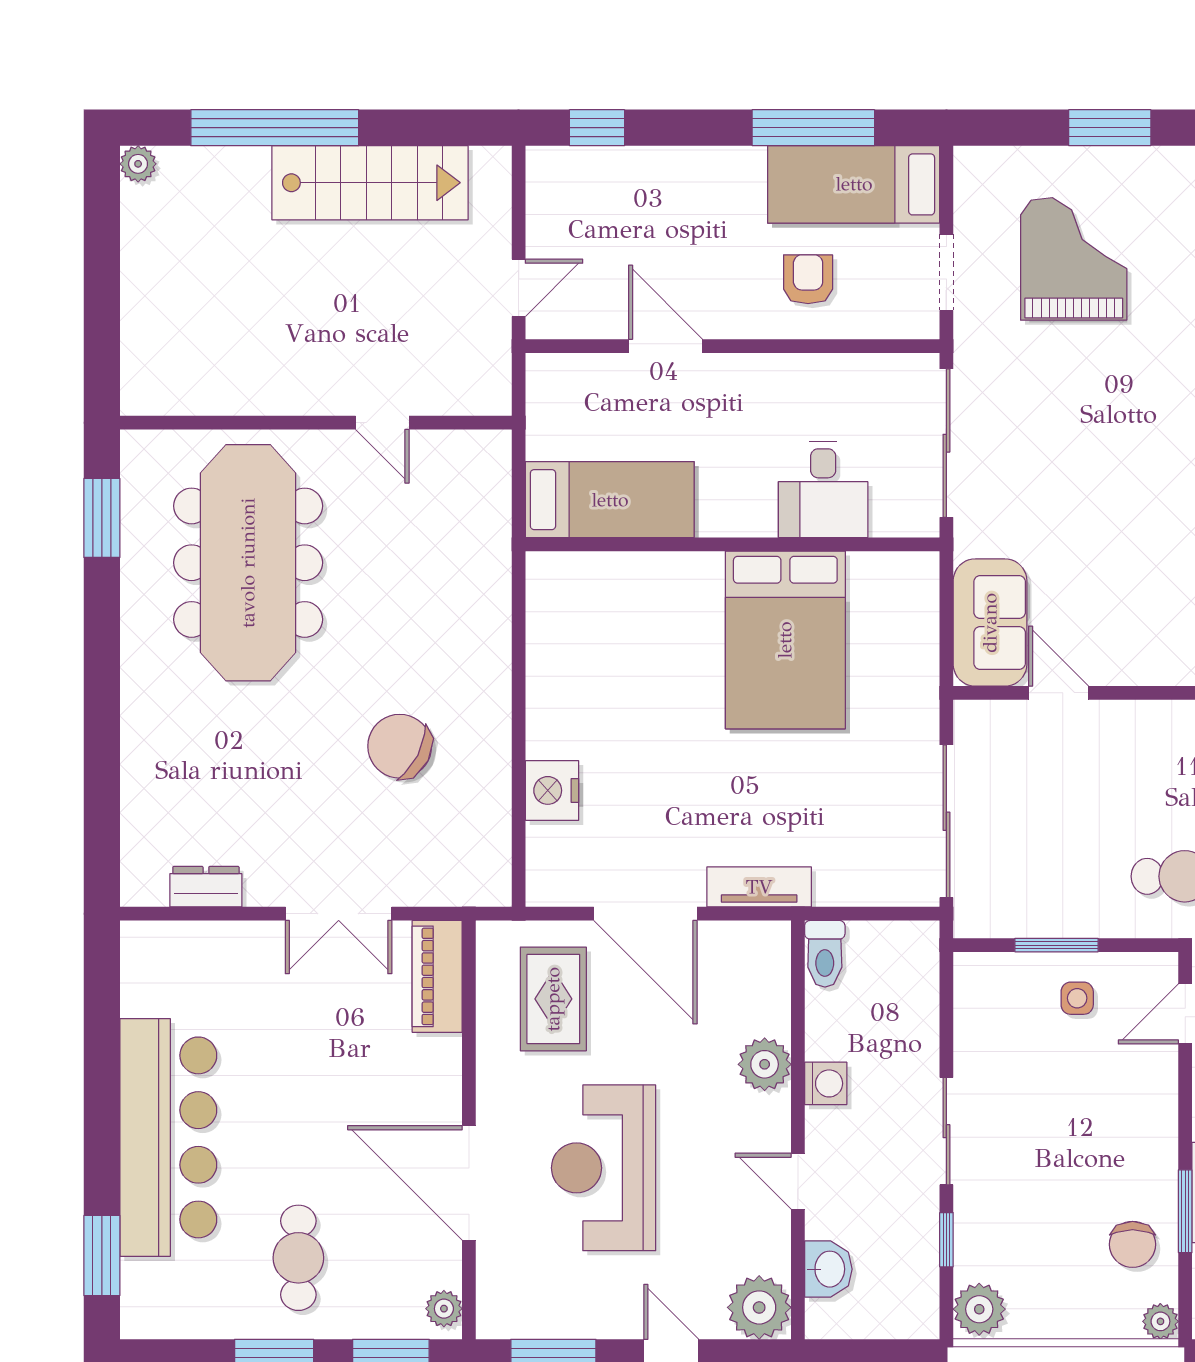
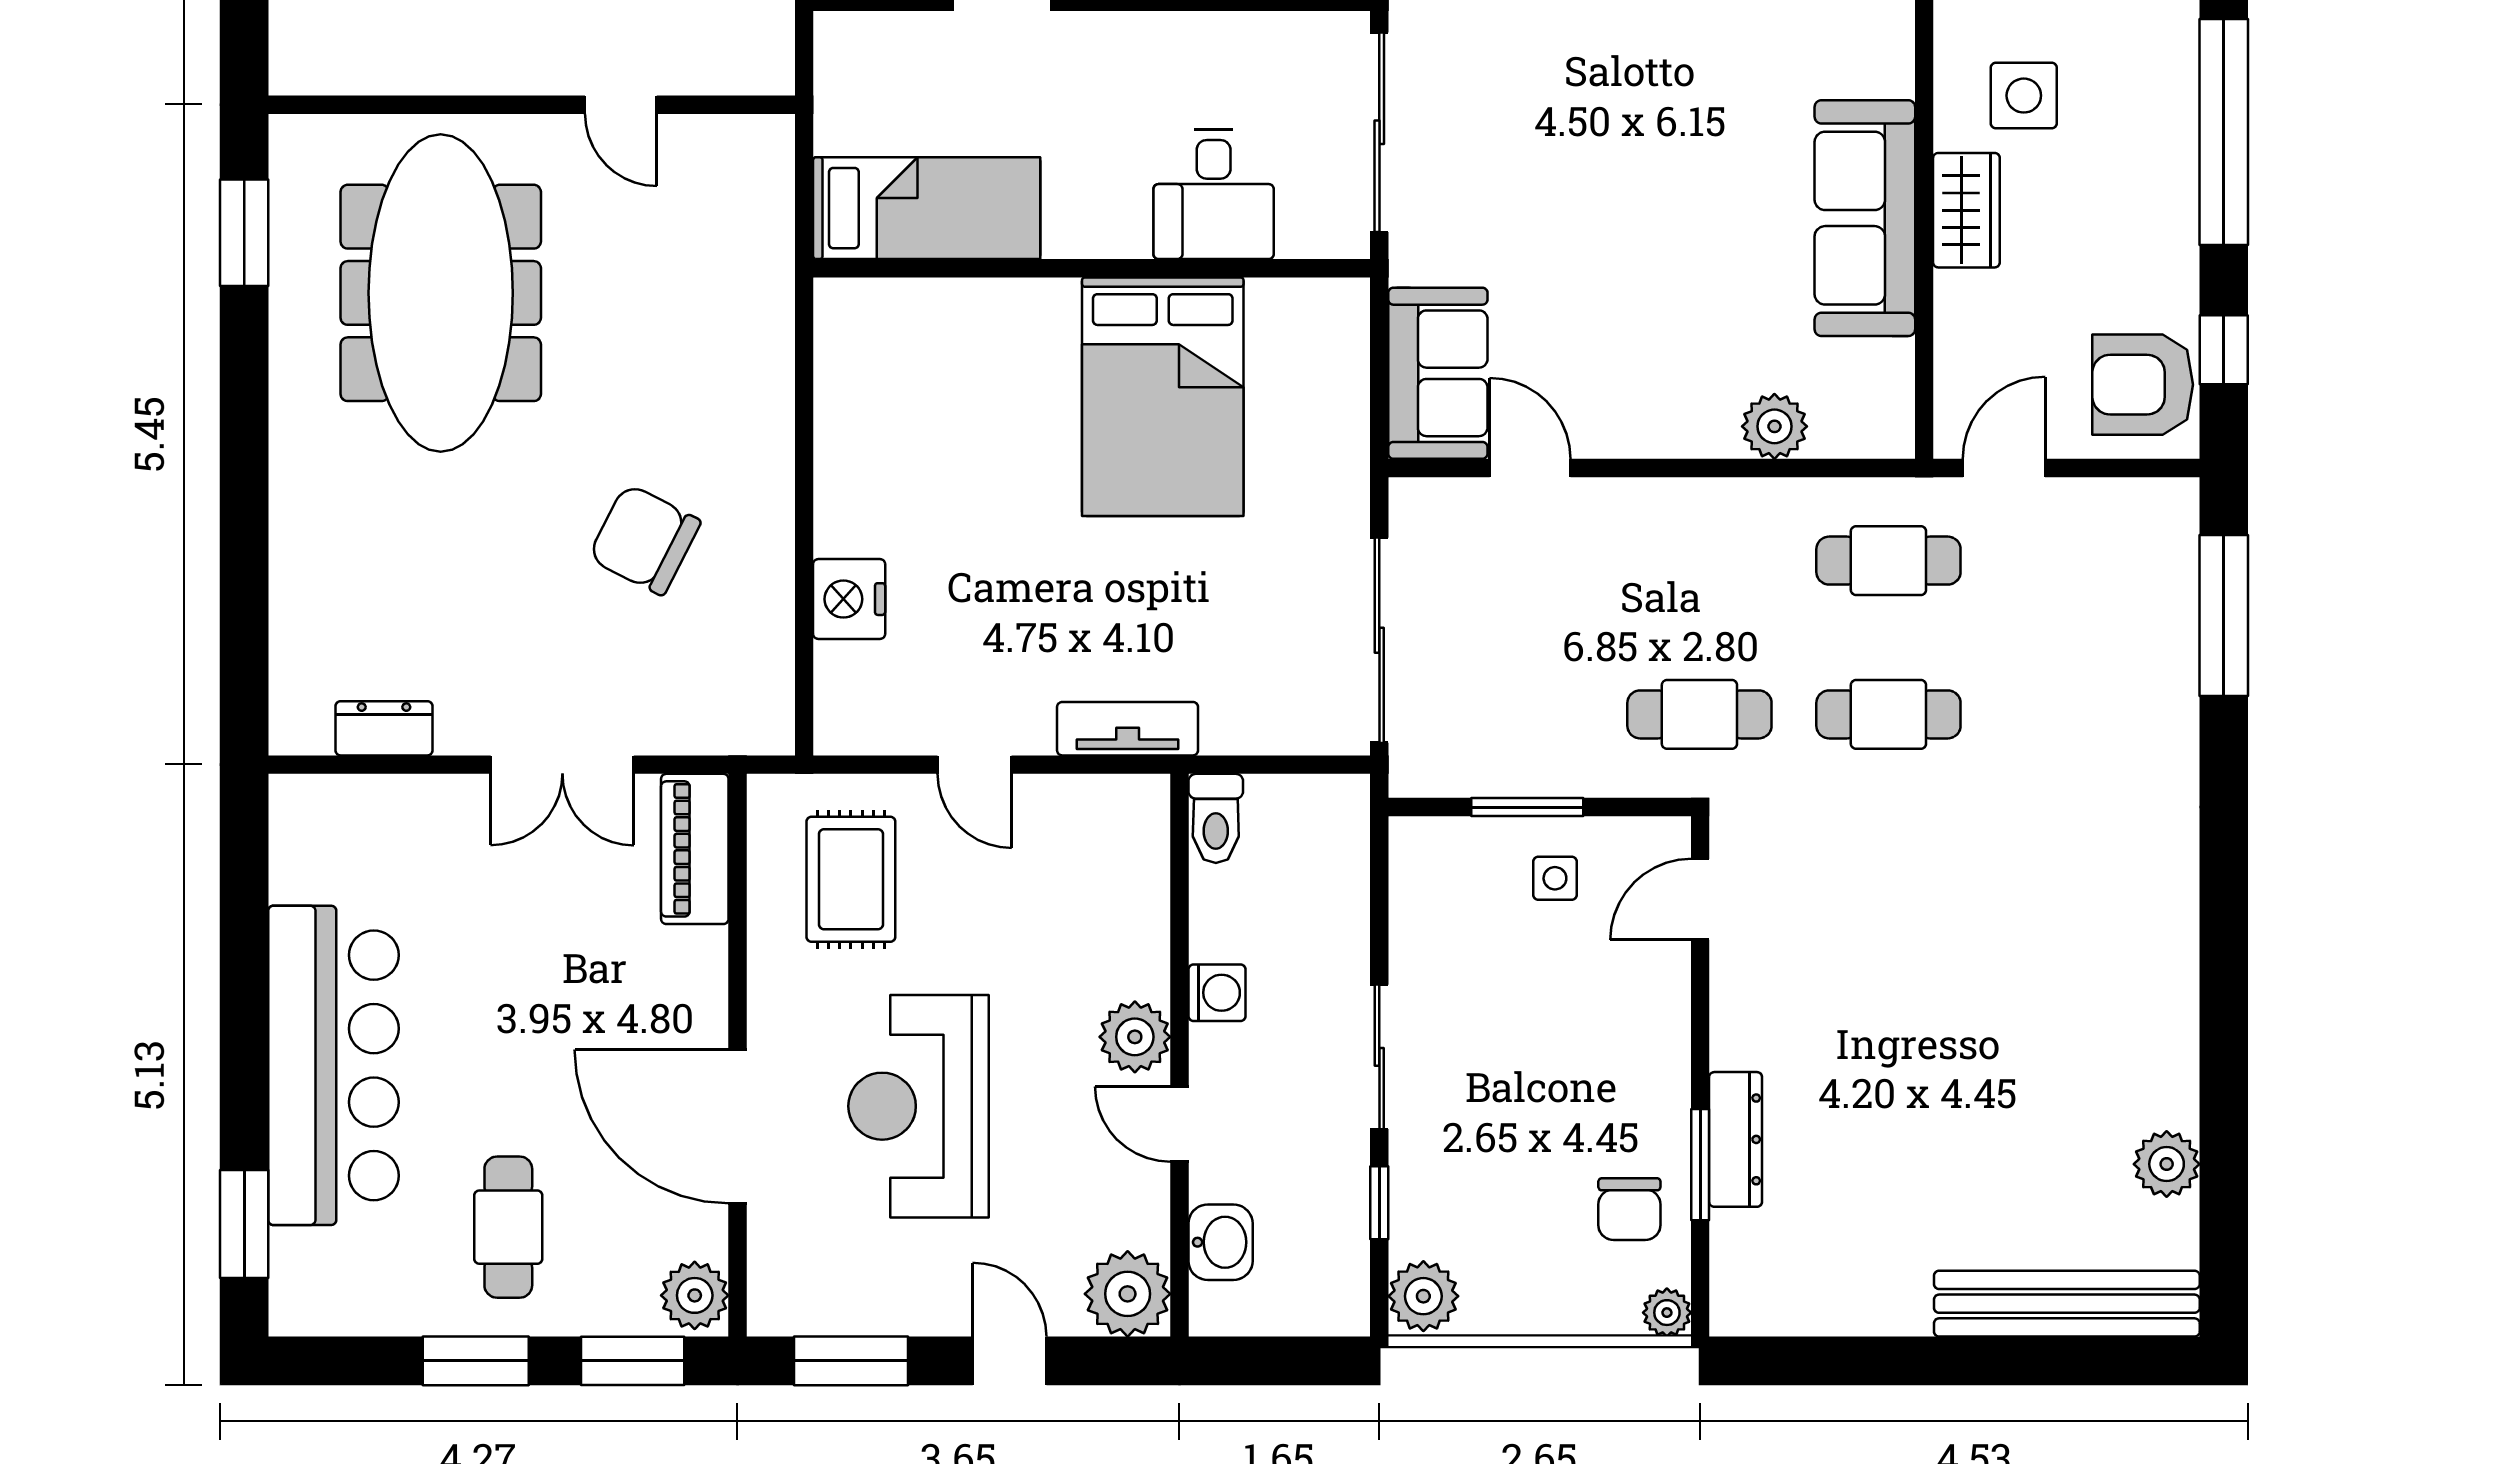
door: (645, 914) -> (975, 765), width x0.53
plant: (765, 1064) -> (1135, 1037), moved
plant: (444, 1309) -> (695, 1295), width x1.38, depth x1.38

